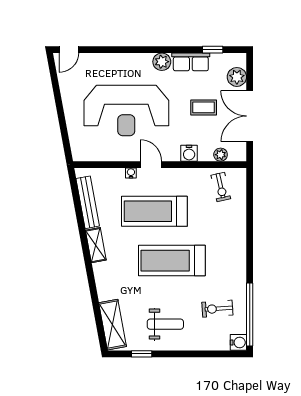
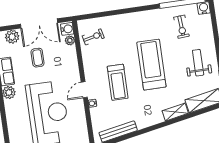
water cooler: (189, 153) -> (67, 29), moved
treadmill: (154, 211) -> (118, 82), width x0.73, depth x0.73
shelving: (96, 245) -> (175, 112), moved
treadmill: (172, 261) -> (151, 65), turned 180

